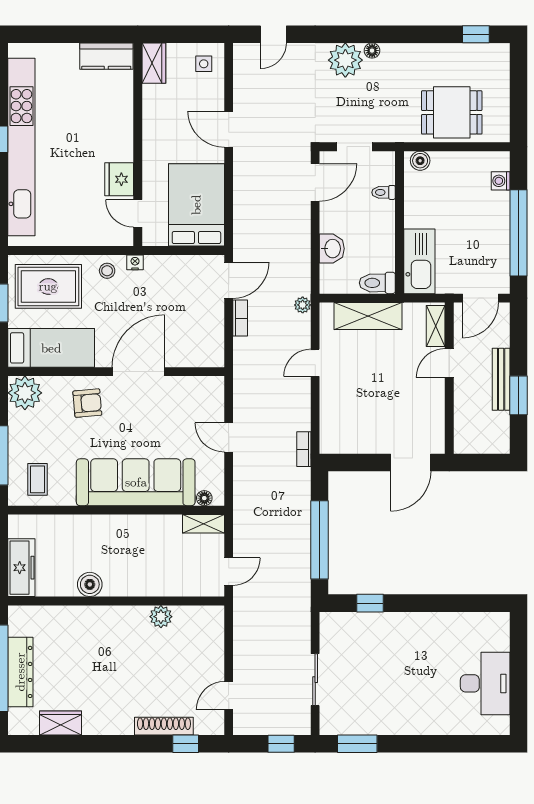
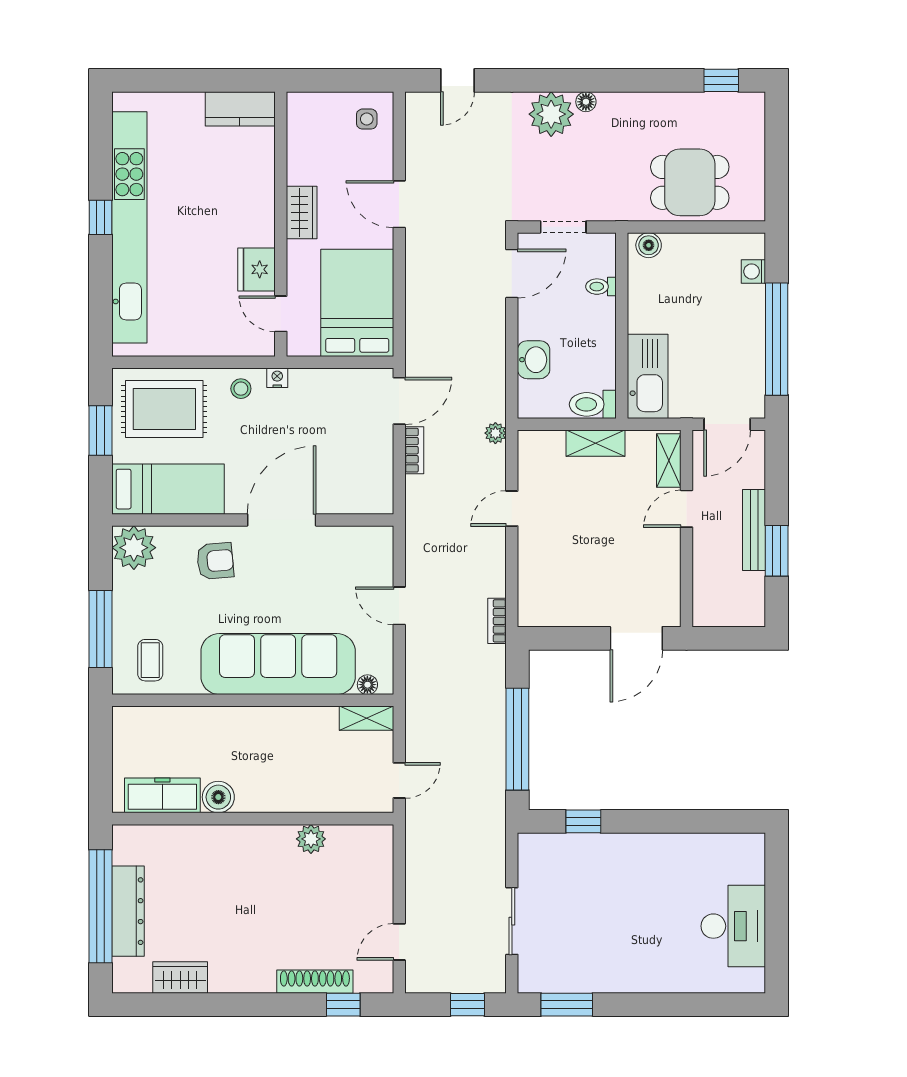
wardrobe: (154, 63) -> (302, 213), moved
shelving: (368, 316) -> (595, 443), width x0.67, depth x0.75
freezer: (21, 568) -> (162, 795), moved, turned -90

